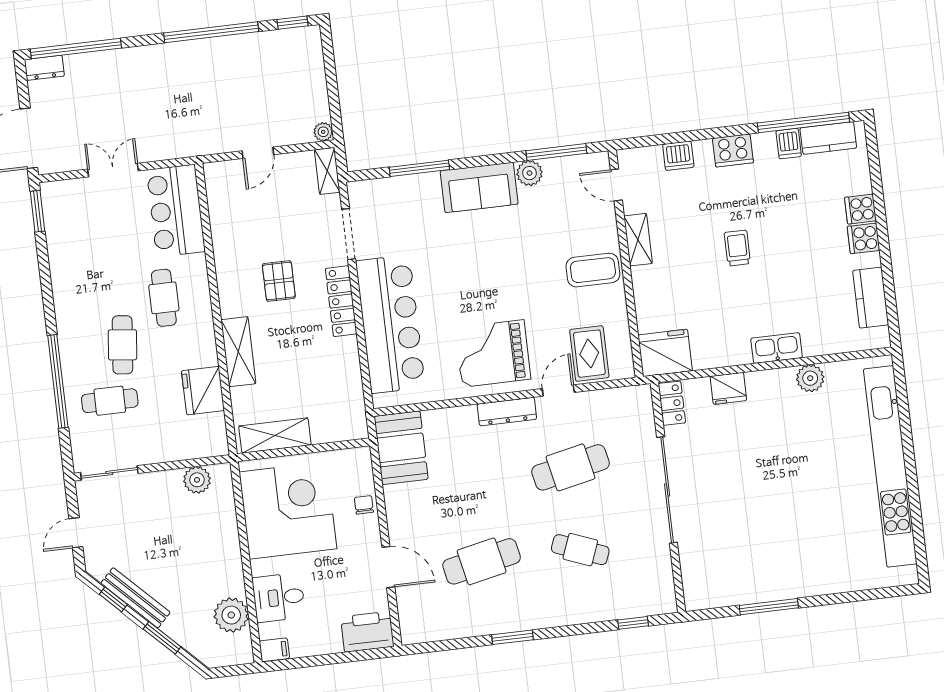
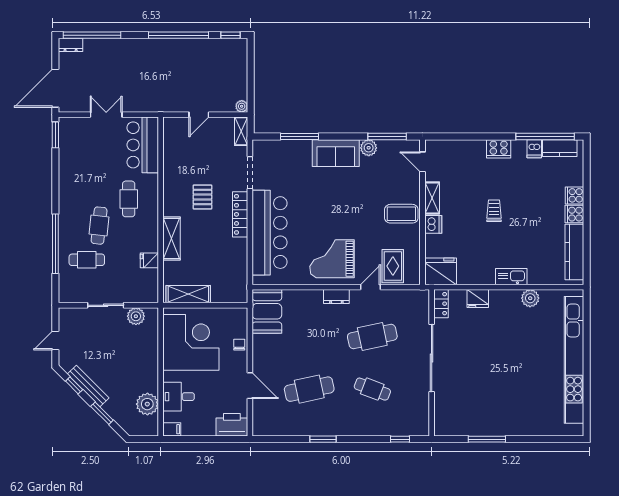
dishwasher: (678, 156) -> (433, 224), moved, turned -90
kitchen counter: (871, 298) -> (574, 252), width x1.50
fridge: (203, 391) -> (149, 260), width x0.53, depth x0.75
dresser: (507, 412) -> (336, 297), width x0.70
sliding door: (109, 473) -> (106, 305), moved

